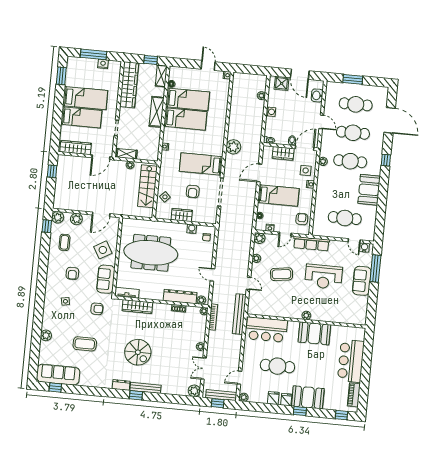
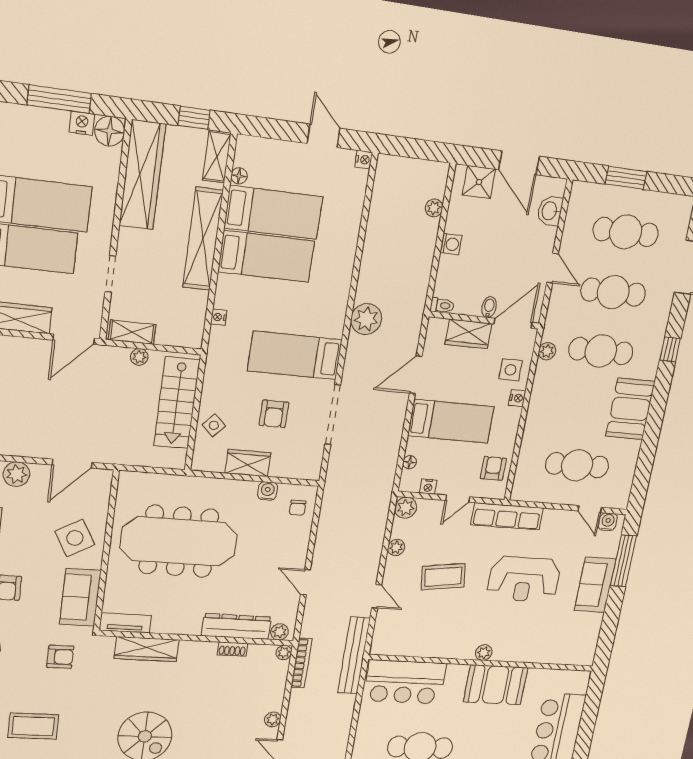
floor lamp: (115, 67) -> (110, 131), added
shelving: (157, 112) -> (203, 239), width x1.47

